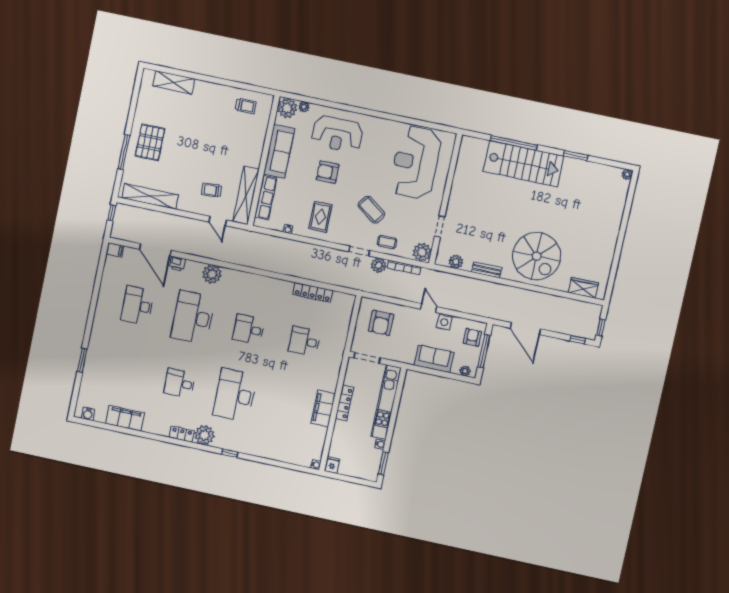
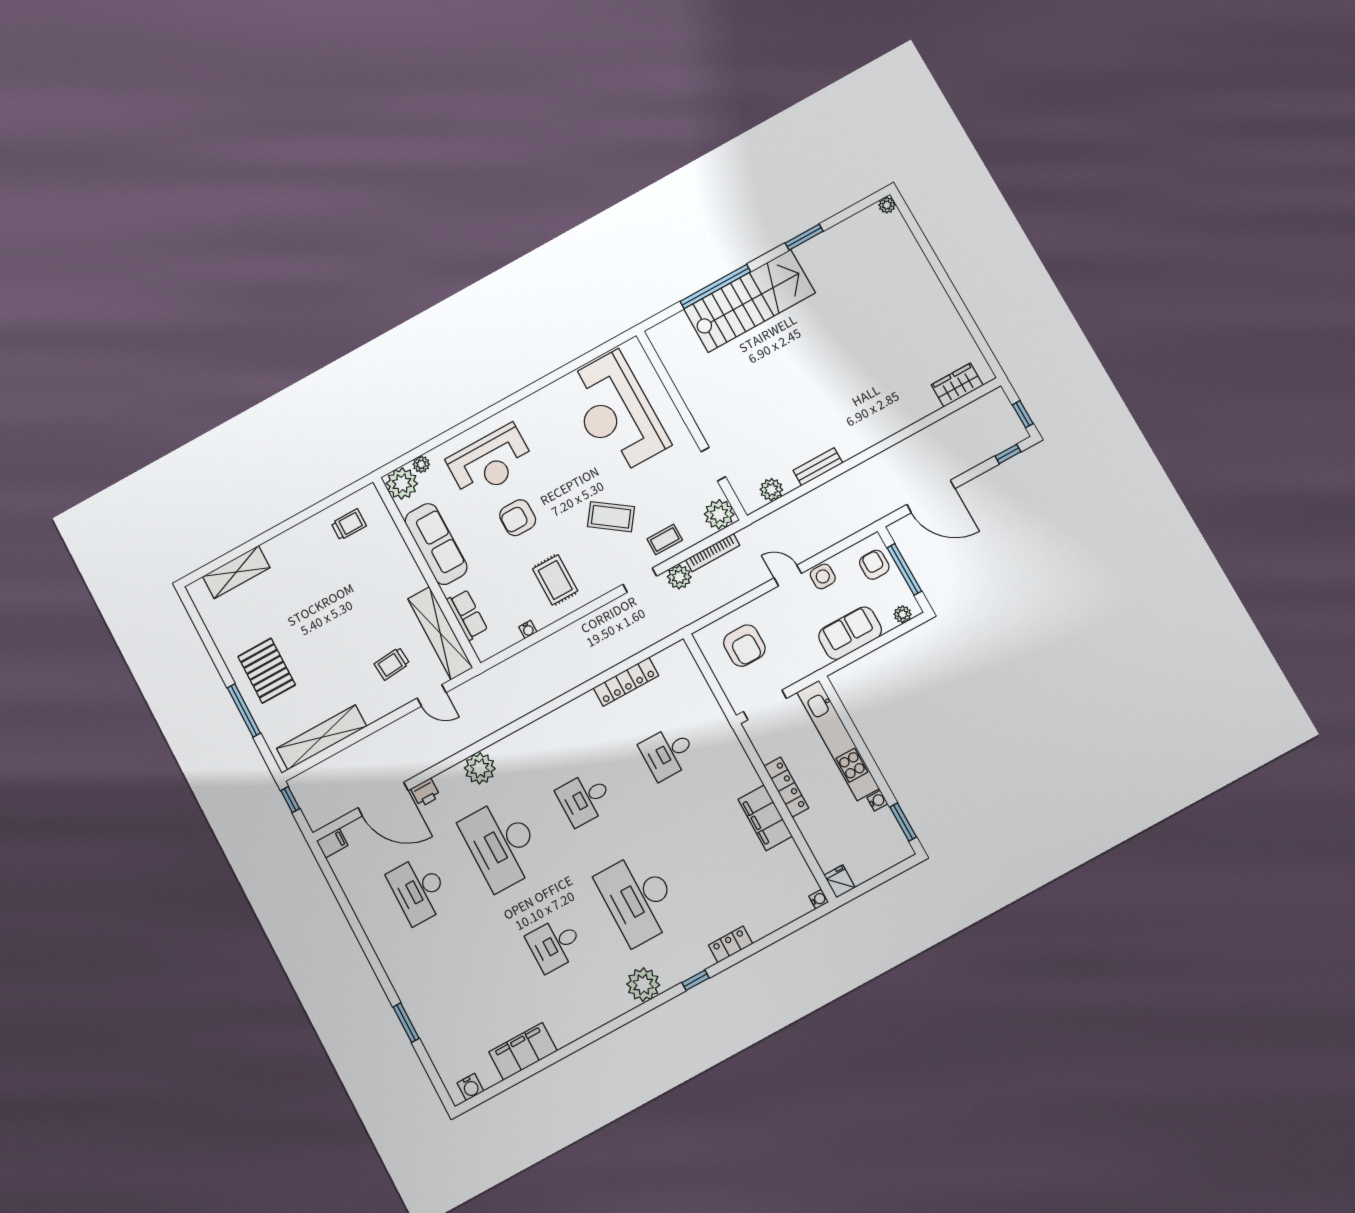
row of seats: (266, 198) -> (467, 615), width x0.68
spiral stairs: (537, 256) -> (865, 397), removed
locker: (182, 434) -> (731, 944), moved

